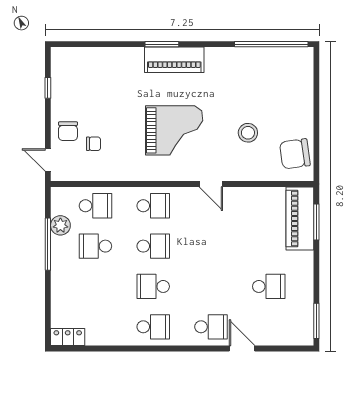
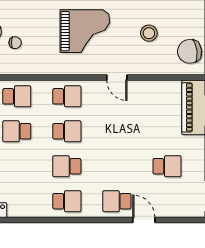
school desk: (211, 327) -> (117, 201), turned 180

